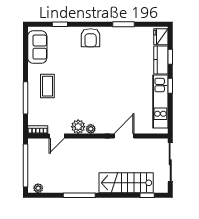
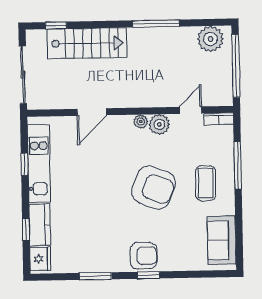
window: (60, 24) -> (149, 275), moved
armchair: (91, 38) -> (144, 256), turned 90
armchair: (83, 84) -> (154, 187), added
window: (170, 86) -> (25, 164), moved
plant: (38, 188) -> (210, 39), width x1.88, depth x1.88

